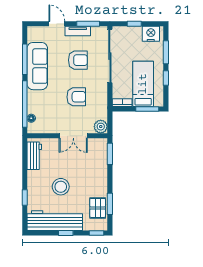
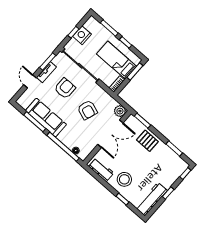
door: (57, 24) -> (30, 81), hinge flipped
nightstand: (151, 34) -> (82, 35), moved
armchair: (76, 97) -> (87, 110), turned 109
double door: (73, 136) -> (110, 134), width x1.37
stool: (61, 187) -> (124, 179), moved
pallet: (98, 208) -> (147, 141), moved
workbench: (55, 221) -> (151, 199), width x0.73, depth x0.76

